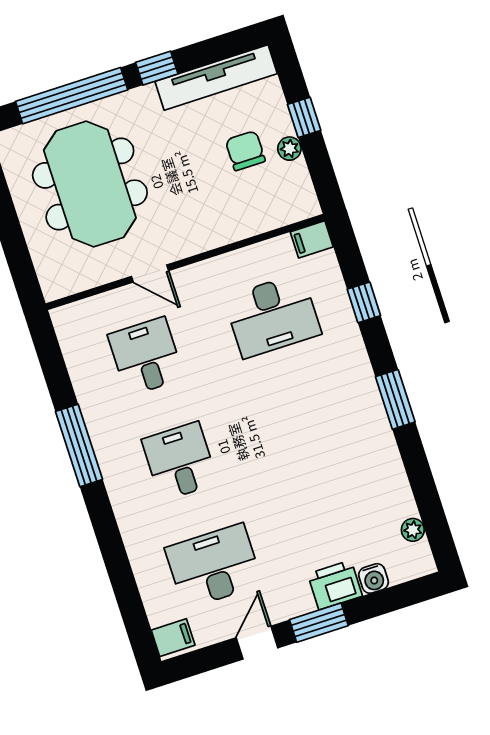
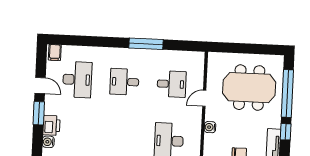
water cooler: (209, 237) -> (210, 127), added
desk: (180, 461) -> (124, 82), turned 180

